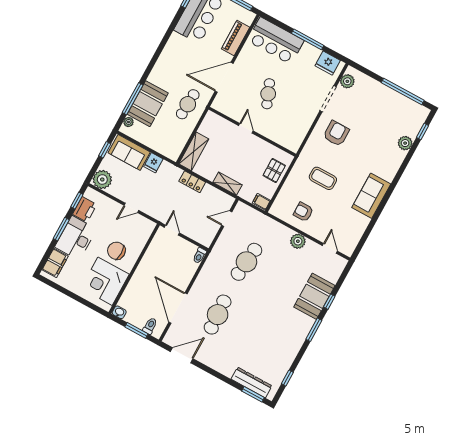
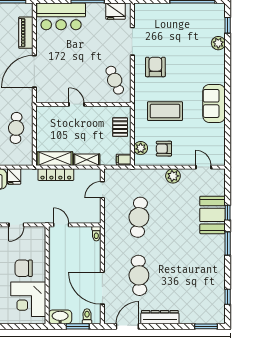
plant: (347, 81) -> (141, 148), moved
cafe table: (268, 94) -> (115, 80), moved
cafe table: (188, 104) -> (16, 128), moved
shelving: (194, 151) -> (55, 159), moved, turned 90
coffee table: (323, 178) -> (165, 111), width x1.36, depth x1.32
locker: (192, 182) -> (56, 175), width x1.53
washbasin: (119, 312) -> (60, 317), width x1.91, depth x1.45
dresser: (251, 382) -> (160, 317), moved

